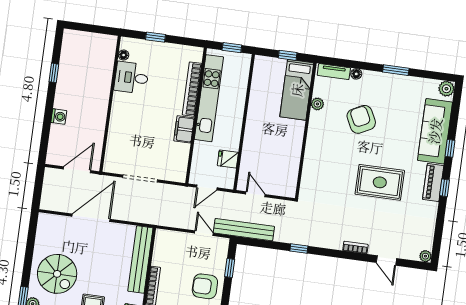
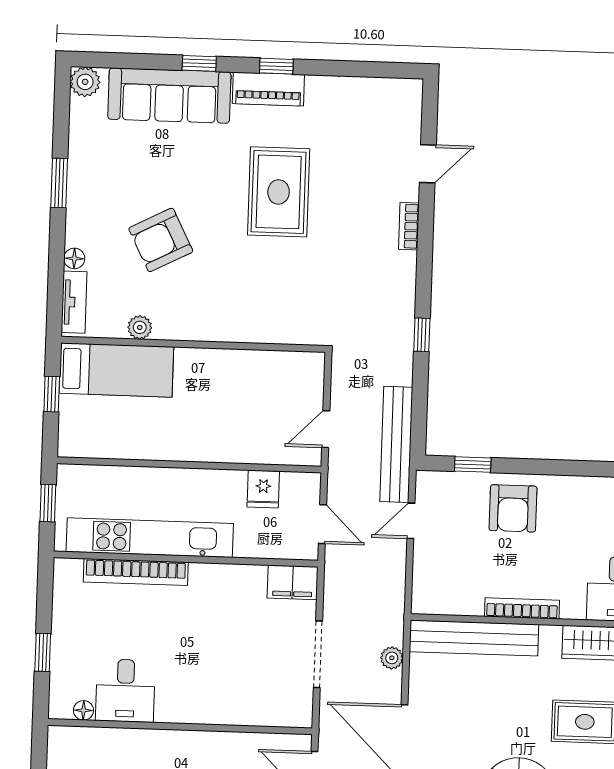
filing cabinet: (184, 129) -> (293, 582), moved
plant: (425, 256) -> (392, 658), moved

